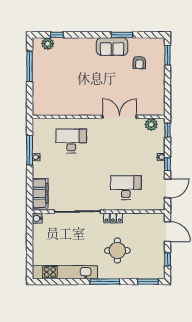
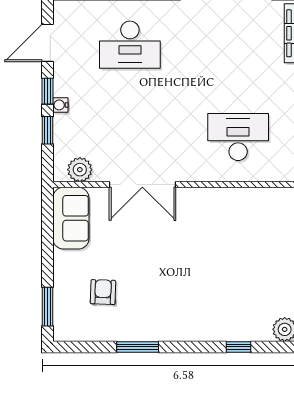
window: (57, 35) -> (238, 347), moved
sofa: (112, 47) -> (71, 218), moved, turned 90
window: (167, 130) -> (48, 130), moved
desk: (71, 141) -> (238, 137), turned 180

